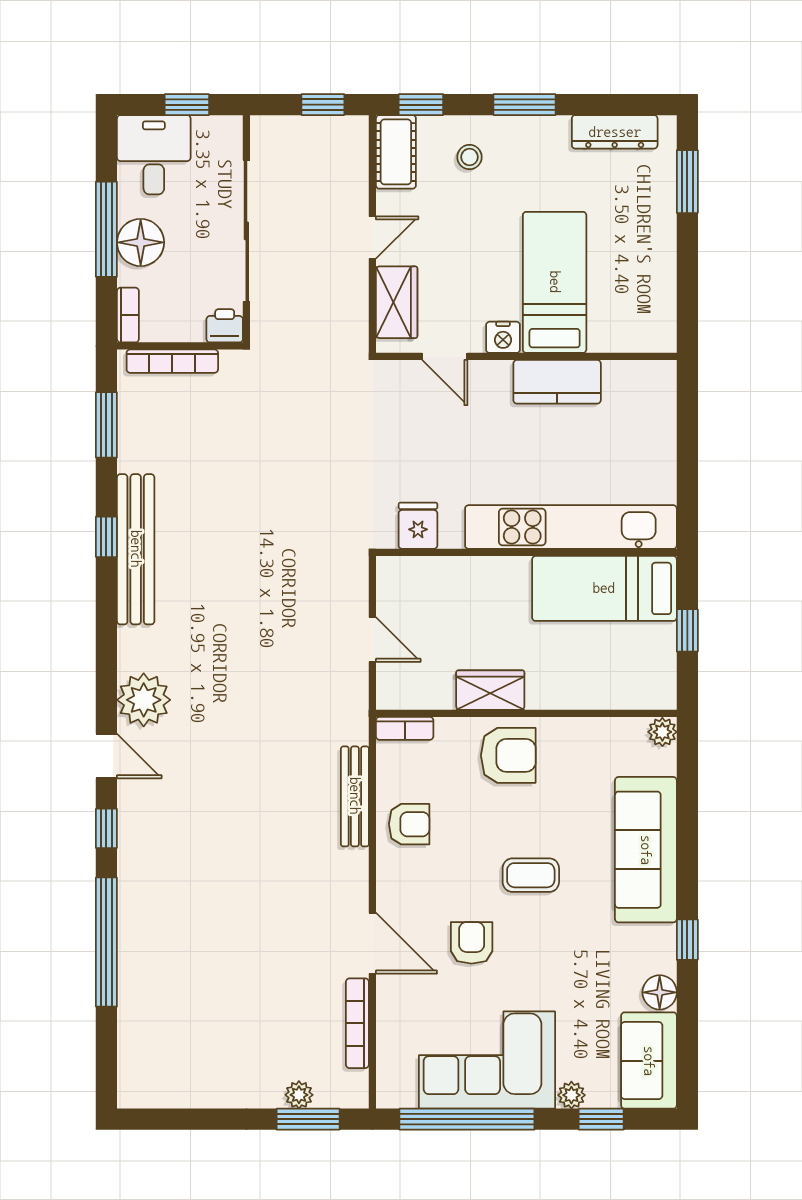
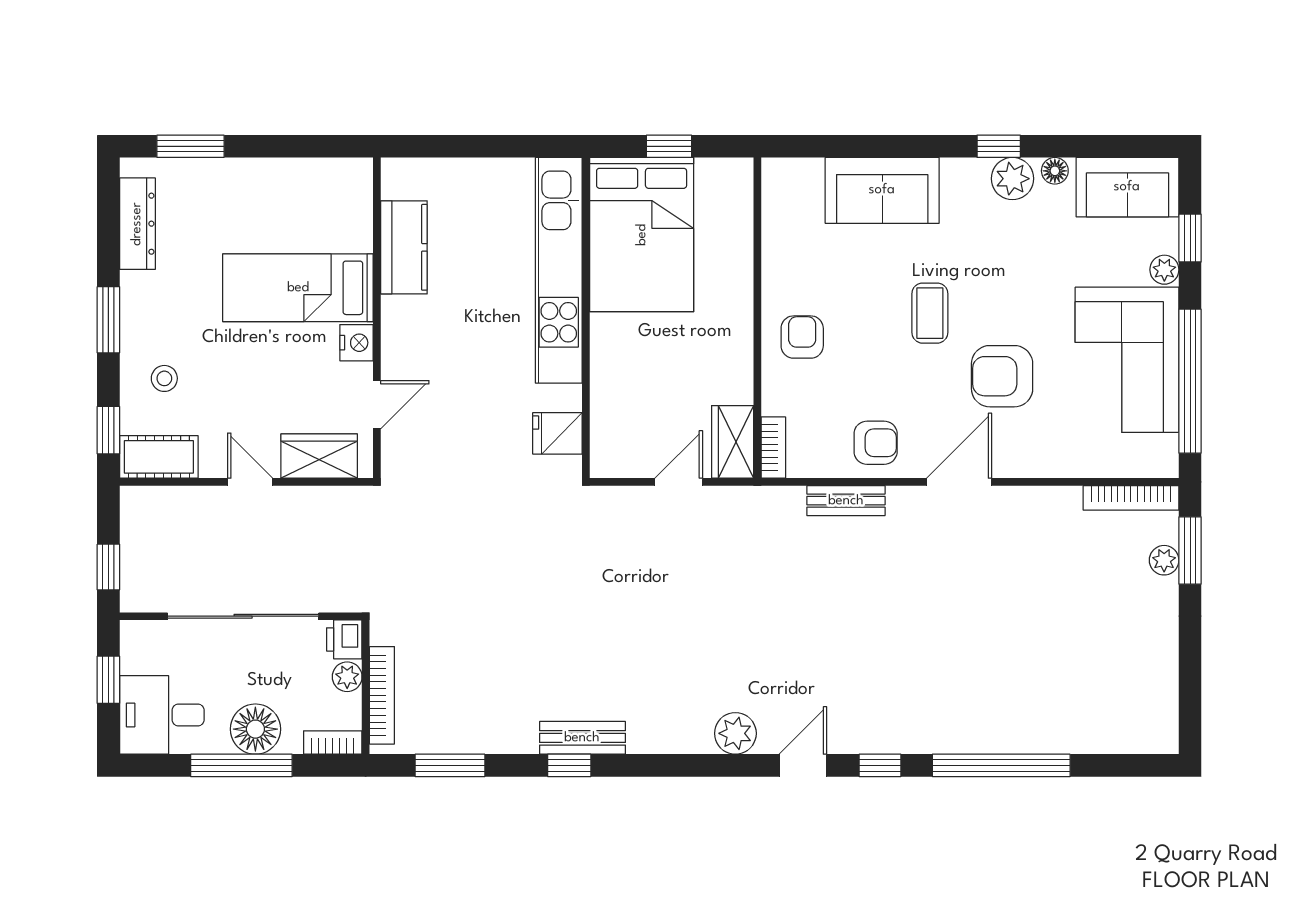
window: (323, 105) -> (108, 567), moved
plant: (190, 329) -> (347, 677), added
kitchen counter: (557, 382) -> (404, 247), moved
bench: (136, 549) -> (582, 738), width x0.54, depth x0.82
bed: (604, 588) -> (642, 235), width x1.50
wardrobe: (490, 690) -> (733, 442), moved
plant: (144, 700) -> (735, 733), width x0.73, depth x0.73
plant: (662, 732) -> (1012, 179), moved, width x1.38, depth x1.38
armchair: (508, 755) -> (802, 337), width x0.72, depth x0.72
bench: (355, 796) -> (846, 501), width x0.73
armchair: (409, 824) -> (876, 443), turned 90
sofa: (646, 850) -> (882, 190), width x0.73
door: (372, 943) -> (959, 482), moved
armchair: (472, 943) -> (1002, 376), width x1.38, depth x1.38
floor lamp: (660, 992) -> (1055, 171), width x0.73, depth x0.73
bookcase: (357, 1023) -> (1131, 498), moved

